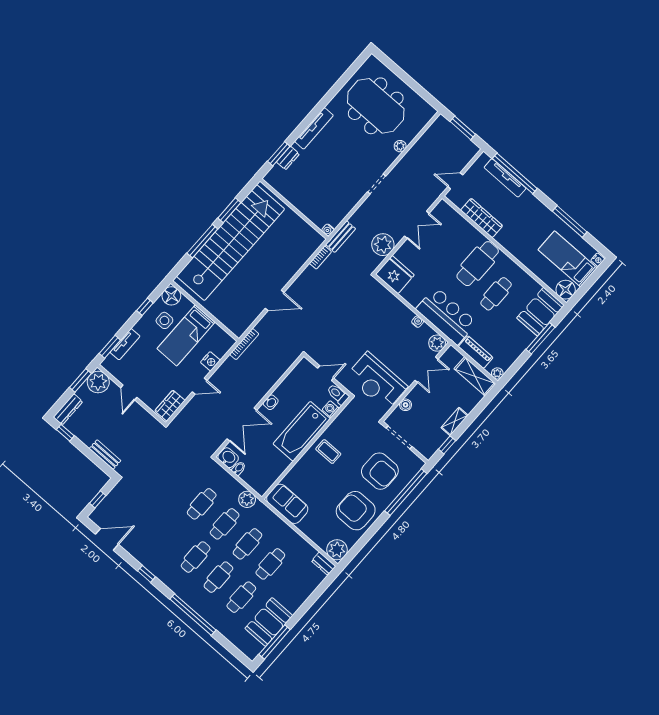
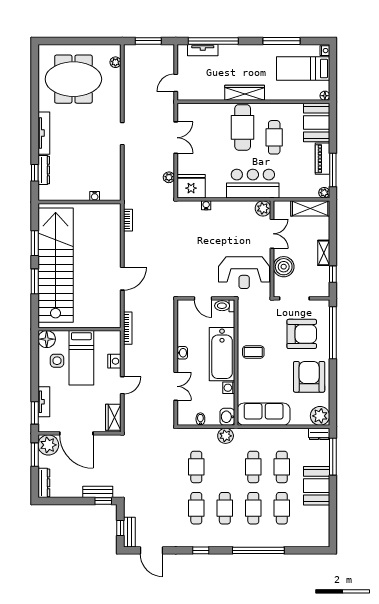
plant: (400, 146) -> (115, 62), moved
window: (279, 154) -> (35, 173), width x0.67
dresser: (288, 158) -> (44, 170), width x1.44
tv unit: (505, 178) -> (203, 50), width x0.71
wardrobe: (482, 218) -> (245, 93), moved
water cooler: (328, 230) -> (95, 196), moved
bench: (341, 237) -> (129, 532), moved
window: (202, 241) -> (35, 281), width x0.69
plant: (383, 245) -> (169, 177), width x0.53, depth x0.53
floor lamp: (566, 290) -> (325, 96), width x0.53, depth x0.53
window: (145, 307) -> (35, 363), removed
water cooler: (418, 322) -> (206, 205), moved
window: (540, 338) -> (333, 170), moved
piano: (476, 352) -> (322, 159), moved, turned -90
door: (326, 373) -> (203, 298), swing flipped
door: (129, 392) -> (76, 433), width x1.87
boiler: (406, 405) -> (284, 267), width x1.86, depth x1.86
washing machine: (331, 409) -> (229, 388), moved
double door: (242, 425) -> (176, 386), width x0.73
window: (65, 433) -> (103, 501), moved
washbasin: (228, 458) -> (227, 417), moved, turned -90
sofa: (287, 504) -> (264, 414), width x1.36
armchair: (356, 511) -> (309, 377), turned 90
cafe table: (225, 524) -> (196, 508), moved
door: (107, 539) -> (151, 550), swing flipped
booth: (269, 622) -> (317, 486), moved
window: (275, 642) -> (333, 457), moved

